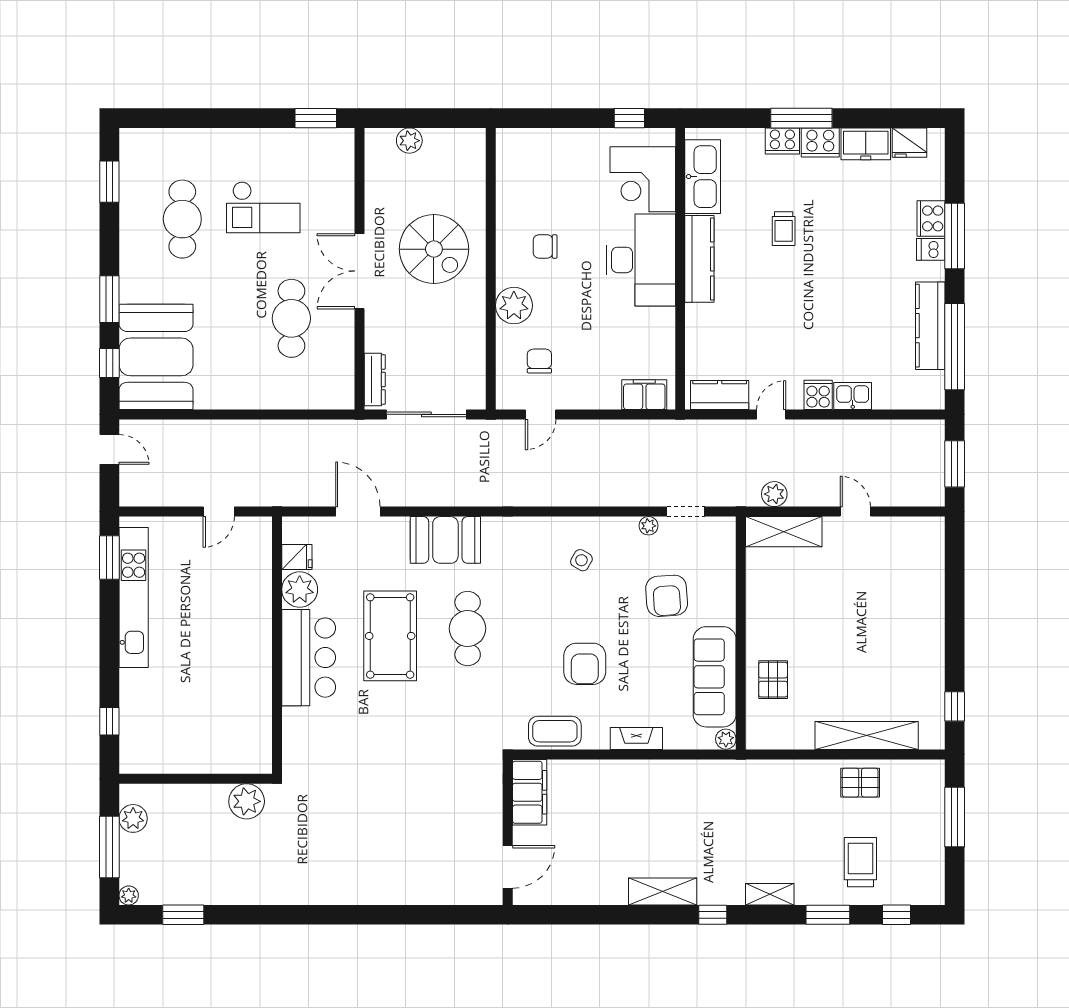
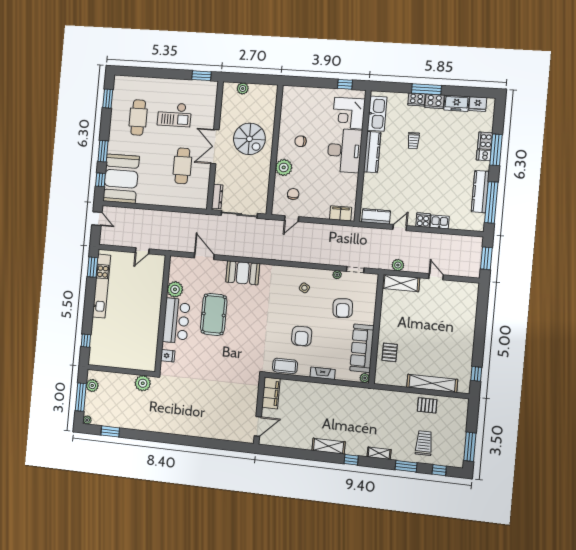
fridge: (297, 557) -> (168, 356), moved
cafe table: (468, 629) -> (249, 314), removed
window: (955, 817) -> (470, 447), moved

